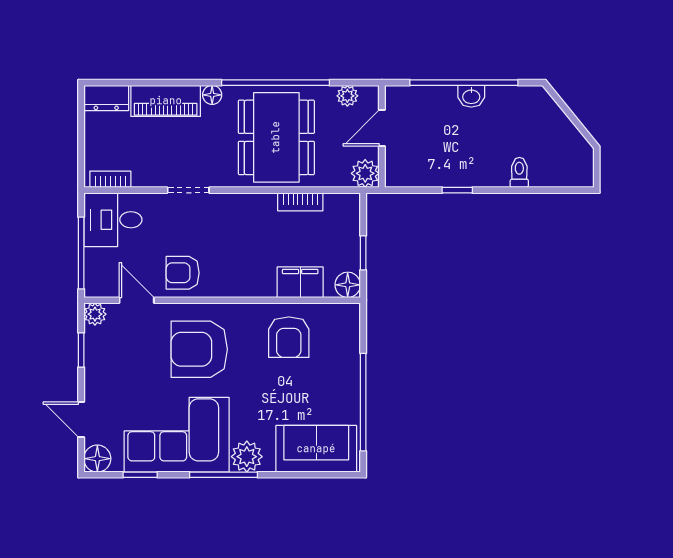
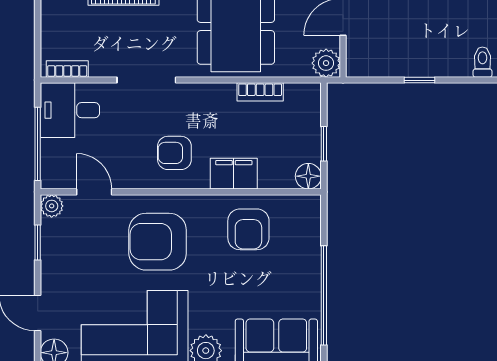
doorway: (188, 190) -> (146, 80), width x1.38
armchair: (183, 273) -> (174, 153), moved
filing cabinet: (300, 282) -> (234, 174), moved

